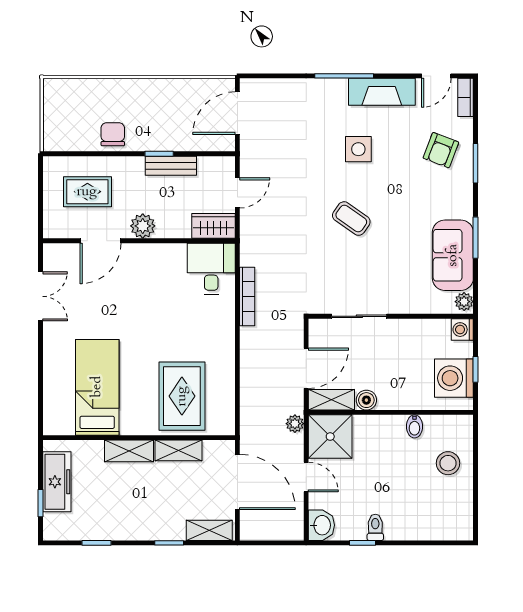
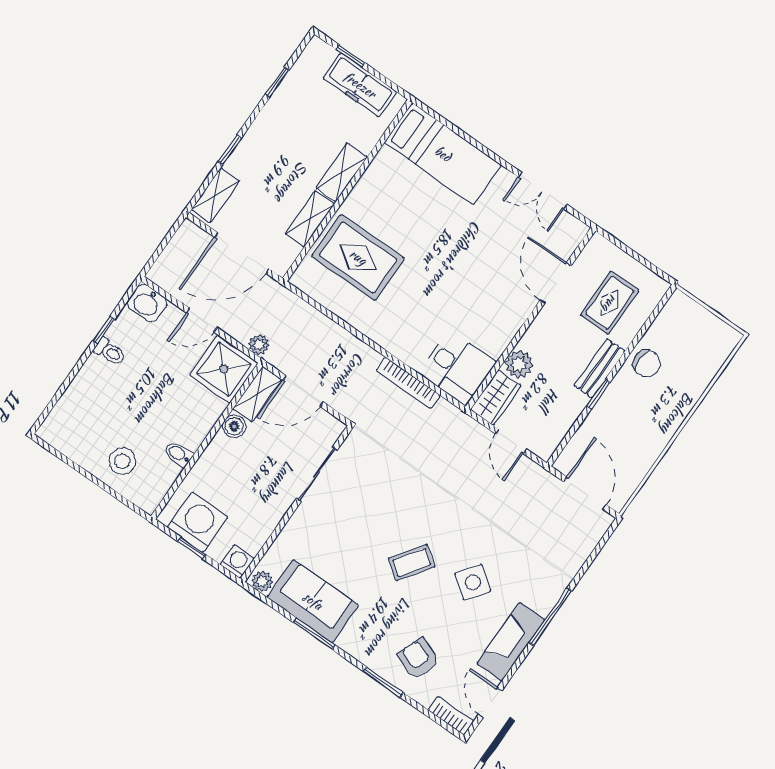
side table: (358, 149) -> (473, 582), turned 37
bench: (171, 166) -> (600, 368), moved
coffee table: (351, 219) -> (412, 563), moved
plant: (143, 226) -> (519, 364), moved
door: (306, 368) -> (303, 391), hinge flipped
bed: (97, 387) -> (443, 154), moved

